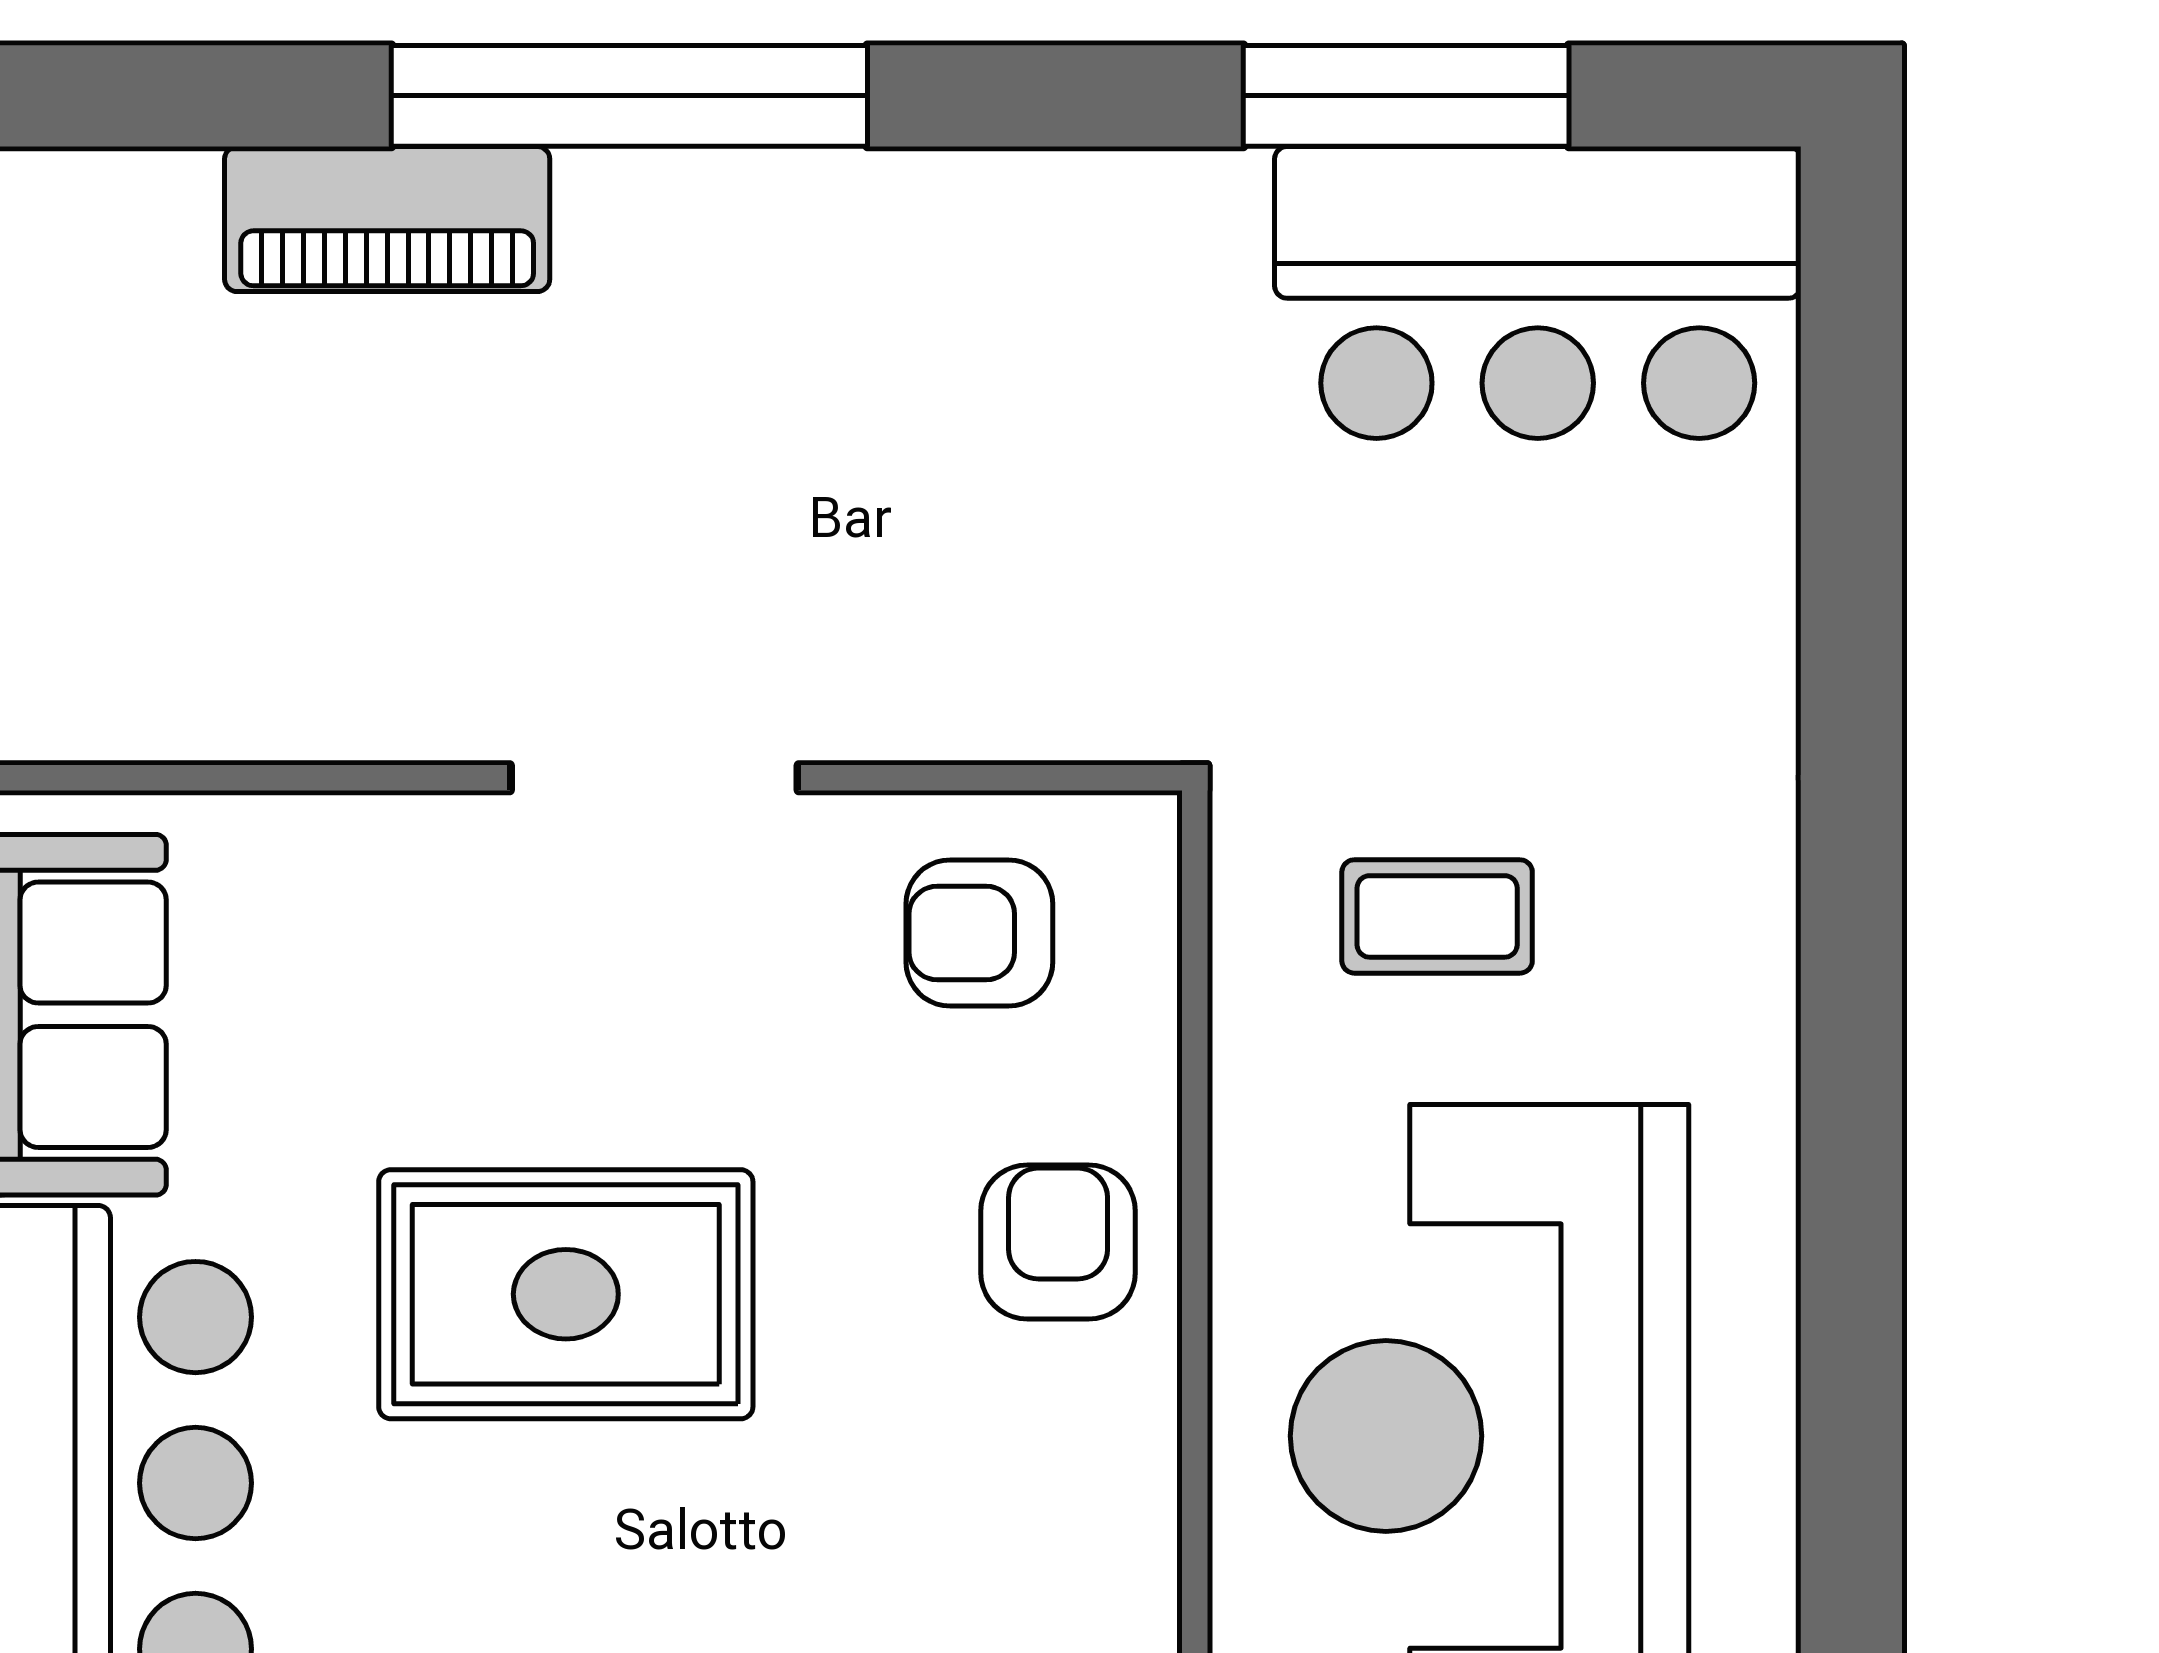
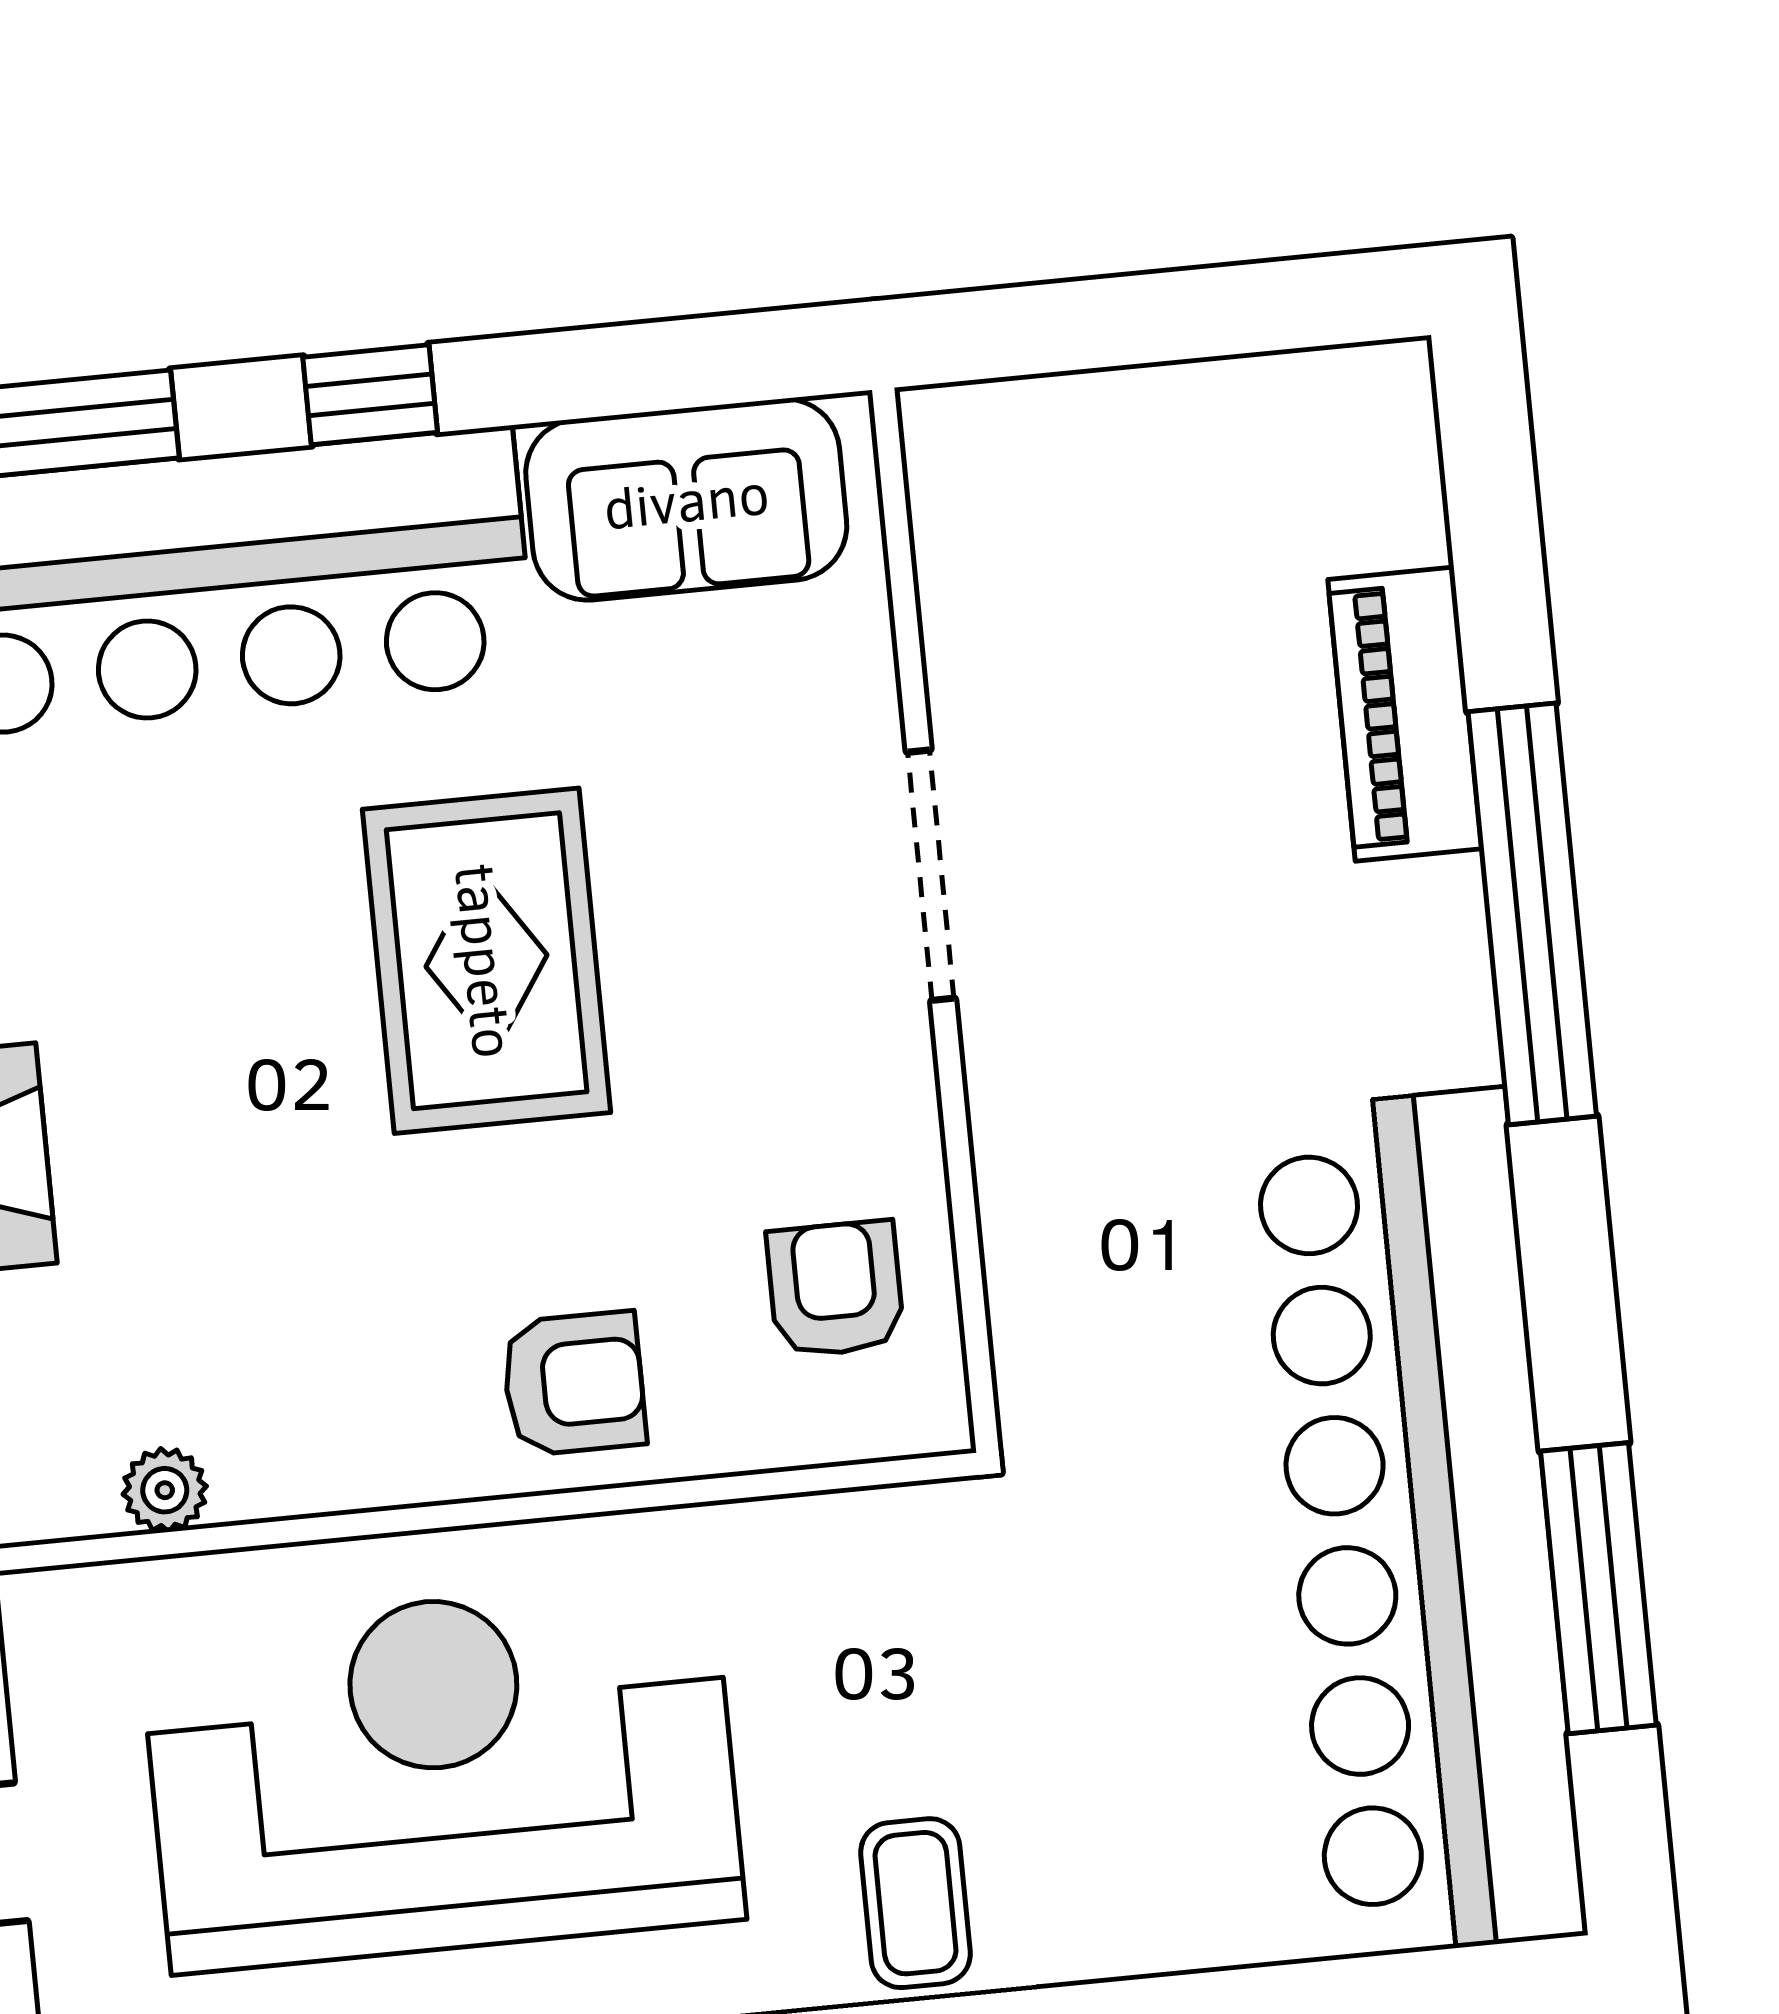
bar counter: (1538, 293) -> (1420, 1523), width x1.86
doorway: (654, 778) -> (931, 875), moved
coffee table: (1437, 916) -> (915, 1903), moved

